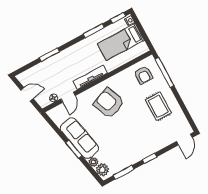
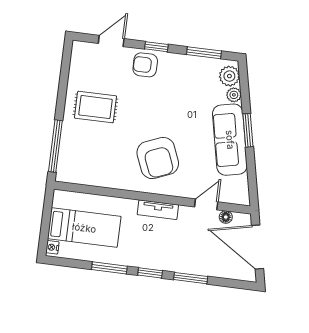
window: (118, 18) -> (150, 273), moved
armchair: (143, 75) -> (145, 65), moved, turned -90
tv unit: (90, 77) -> (158, 210), width x0.71
door: (27, 94) -> (258, 247), width x1.88
rug: (158, 106) -> (95, 107), turned 90
door: (184, 139) -> (111, 41), moved

